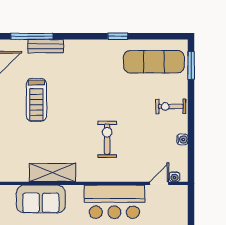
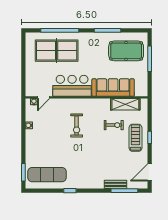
treadmill: (36, 100) -> (135, 138), moved
exercise bike: (171, 106) -> (114, 125), moved
shelving: (52, 173) -> (125, 104), moved
sofa: (41, 199) -> (113, 88), width x1.36

